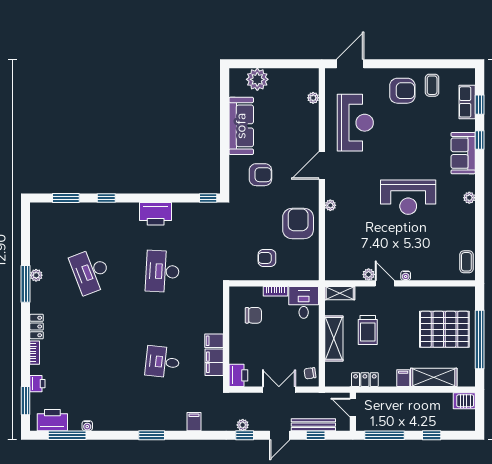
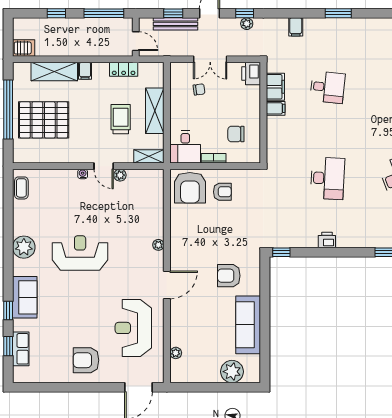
coffee table: (432, 85) -> (56, 366), removed
plant: (469, 198) -> (24, 247), width x1.88, depth x1.88
printer: (156, 214) -> (327, 240), width x0.53, depth x0.68
armchair: (298, 224) -> (190, 188), moved
chair: (310, 373) -> (199, 89), moved

